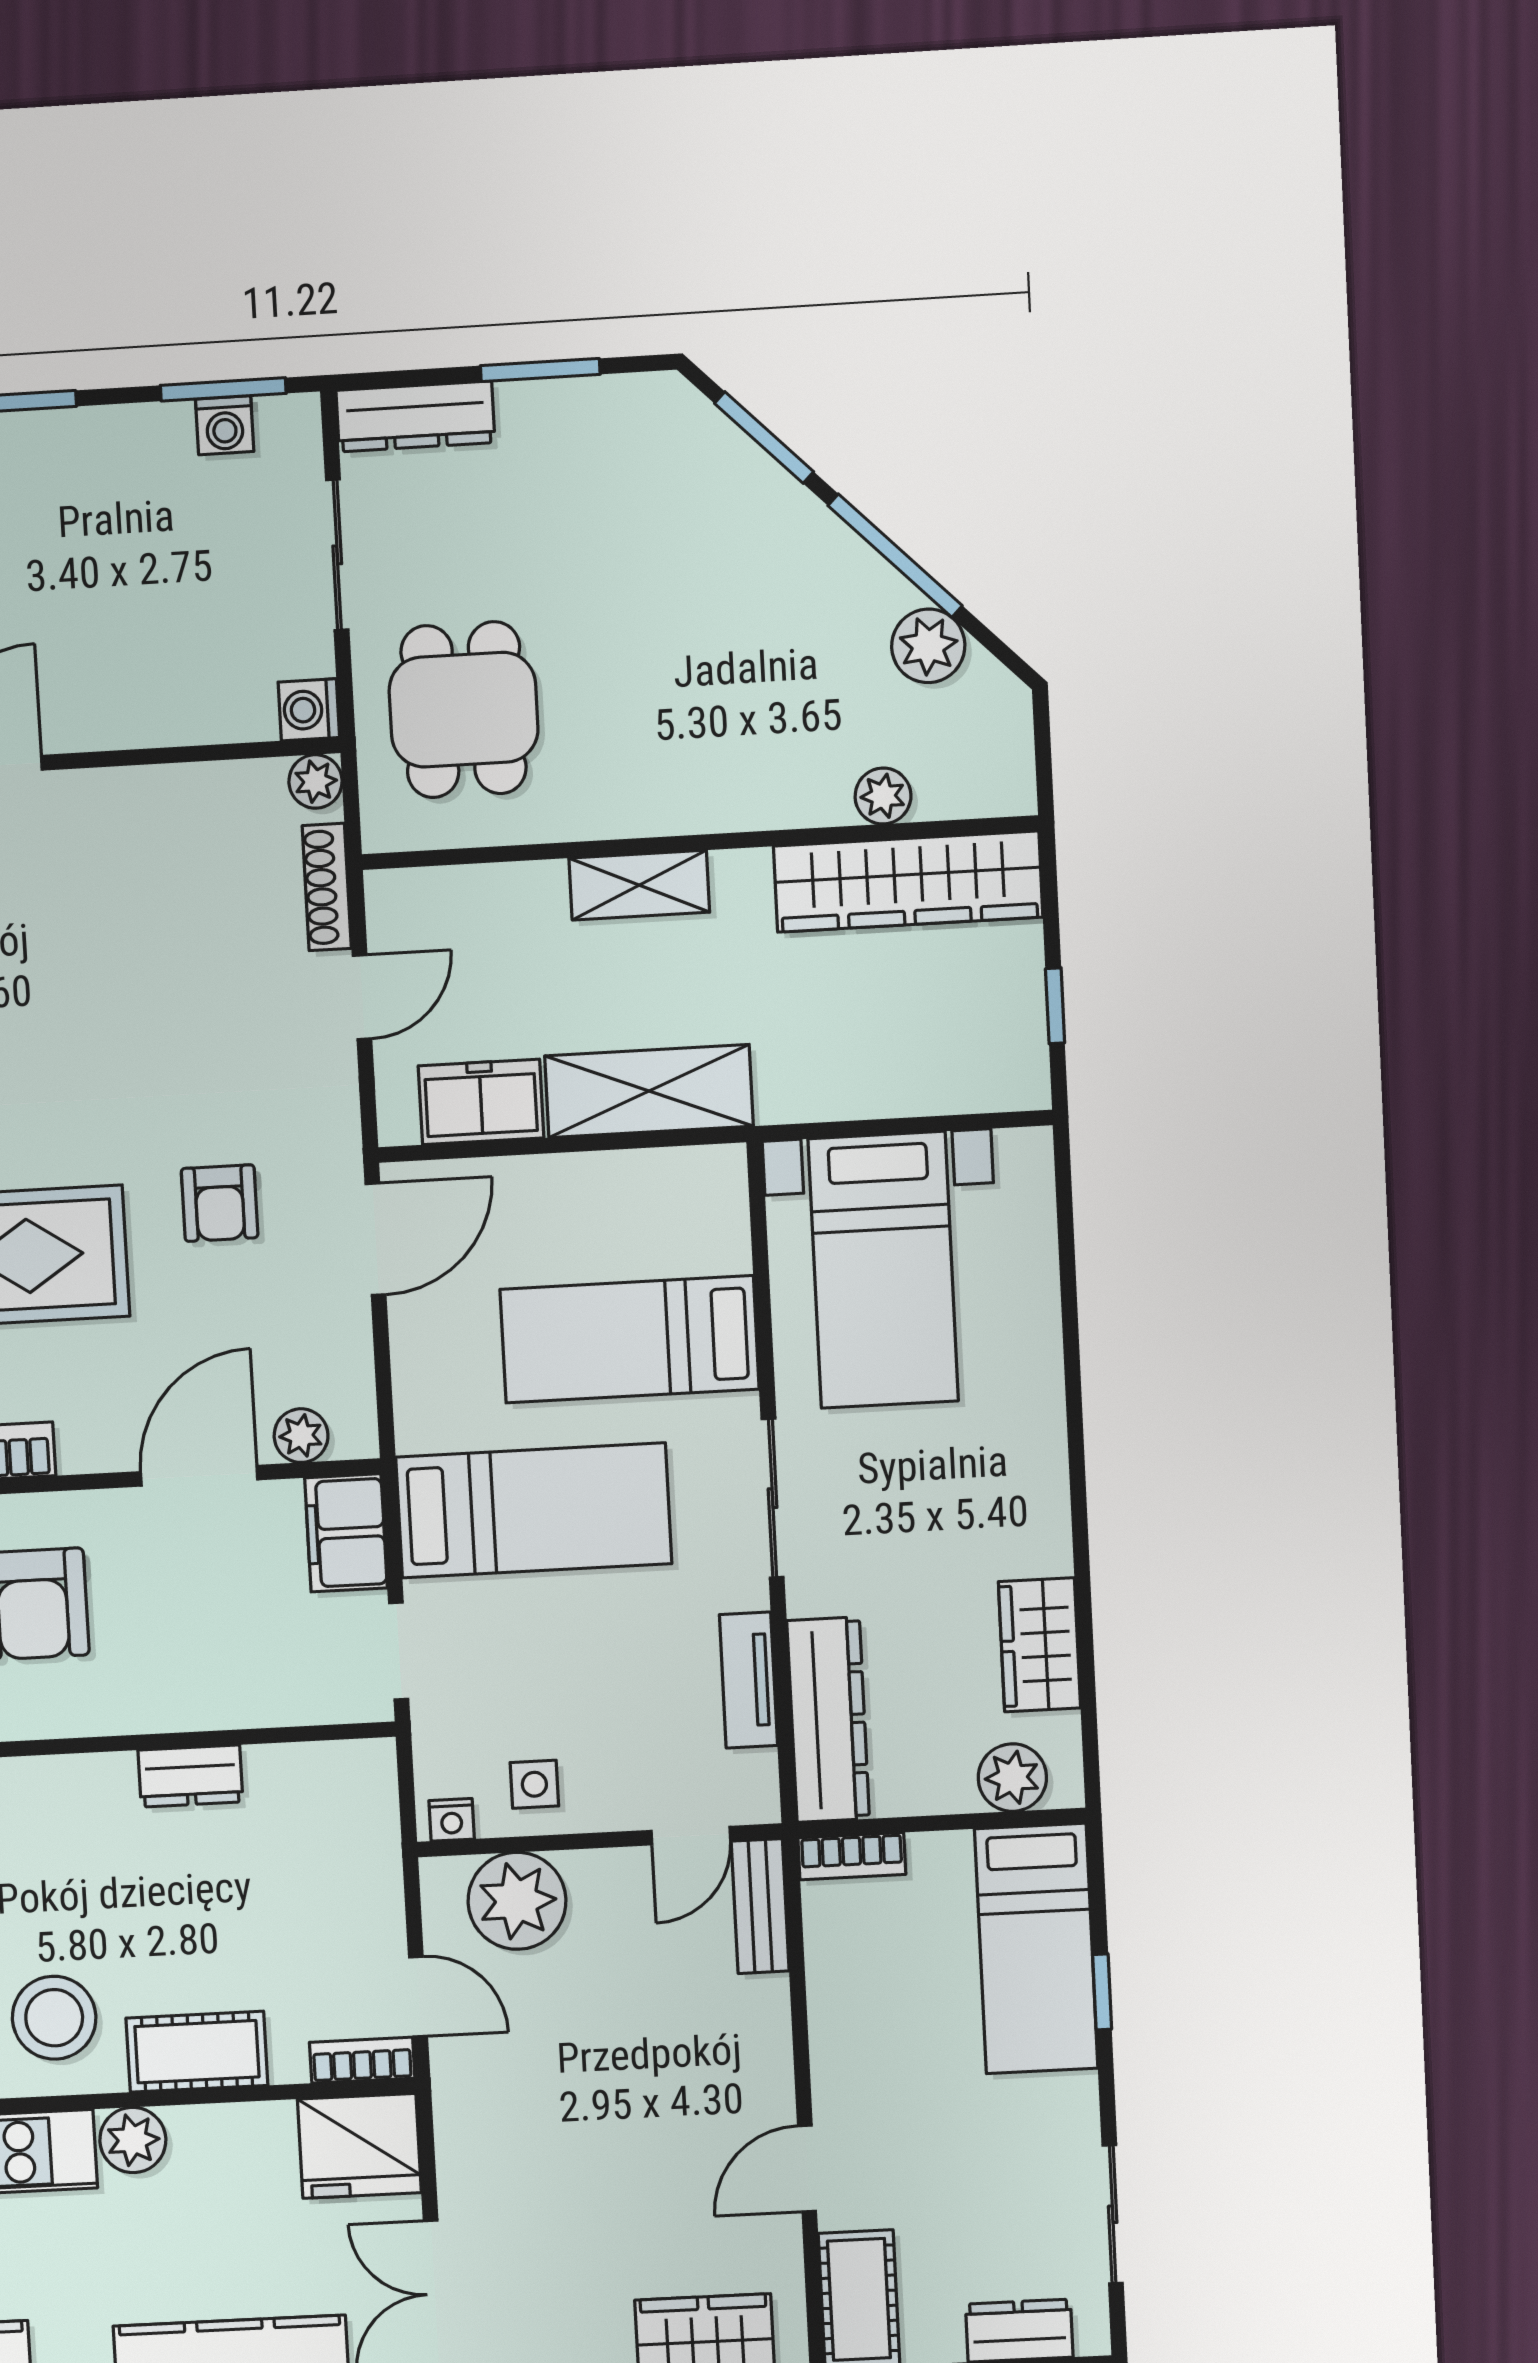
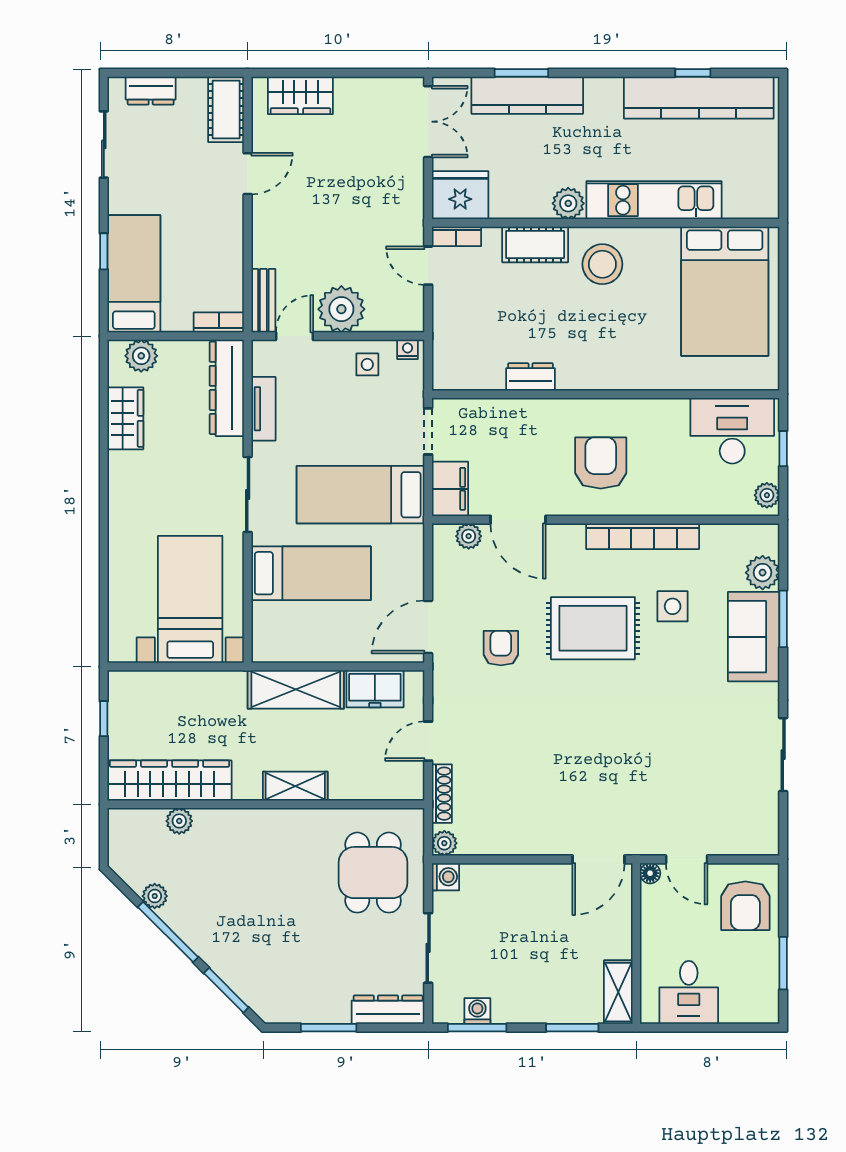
plant: (928, 646) -> (155, 896), width x0.73, depth x0.73
door: (199, 1476) -> (518, 520), hinge flipped
plant: (517, 1901) -> (341, 309), moved

